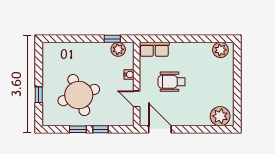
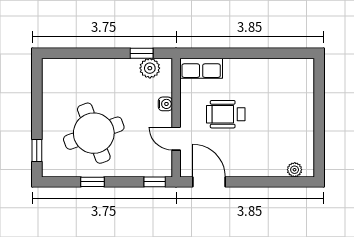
plant: (220, 50) -> (295, 69), removed
window: (39, 95) -> (37, 150), moved
plant: (220, 116) -> (295, 170), width x0.53, depth x0.53
window: (100, 129) -> (155, 182), moved

